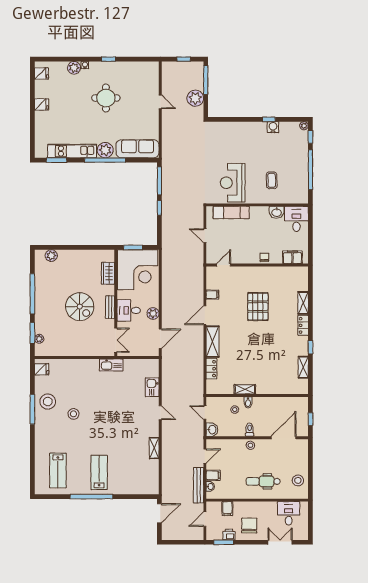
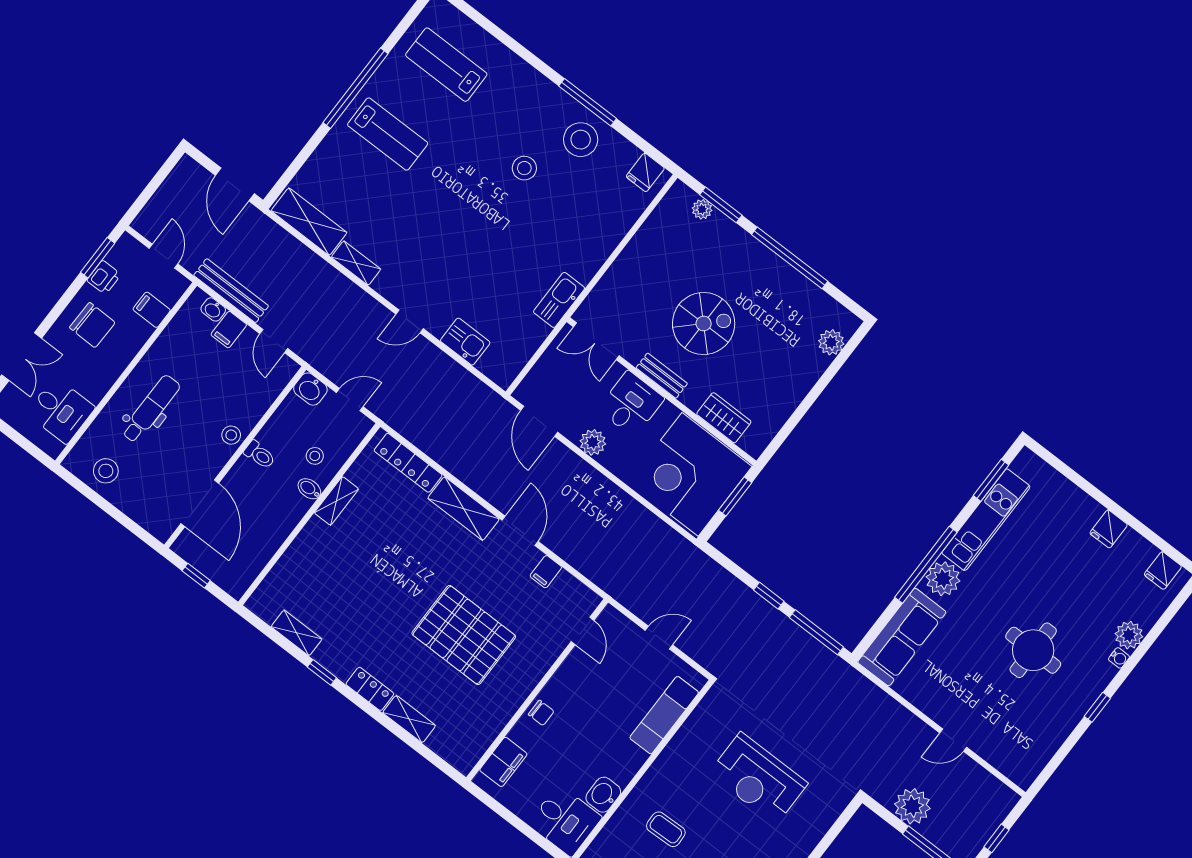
reception desk: (233, 183) -> (758, 778), moved, turned 180
spiral stairs: (80, 307) -> (704, 324), turned 180
pallet: (258, 307) -> (464, 635), width x1.37, depth x1.41
locker: (211, 369) -> (408, 463), width x1.53
shelving: (152, 476) -> (309, 222), added

